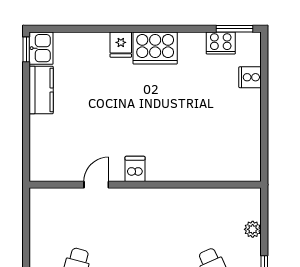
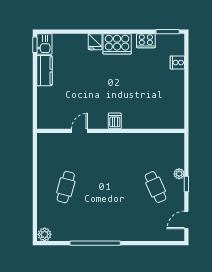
cooker: (221, 43) -> (146, 41), moved
dishwasher: (135, 169) -> (115, 121), moved
plant: (253, 229) -> (179, 174), moved

